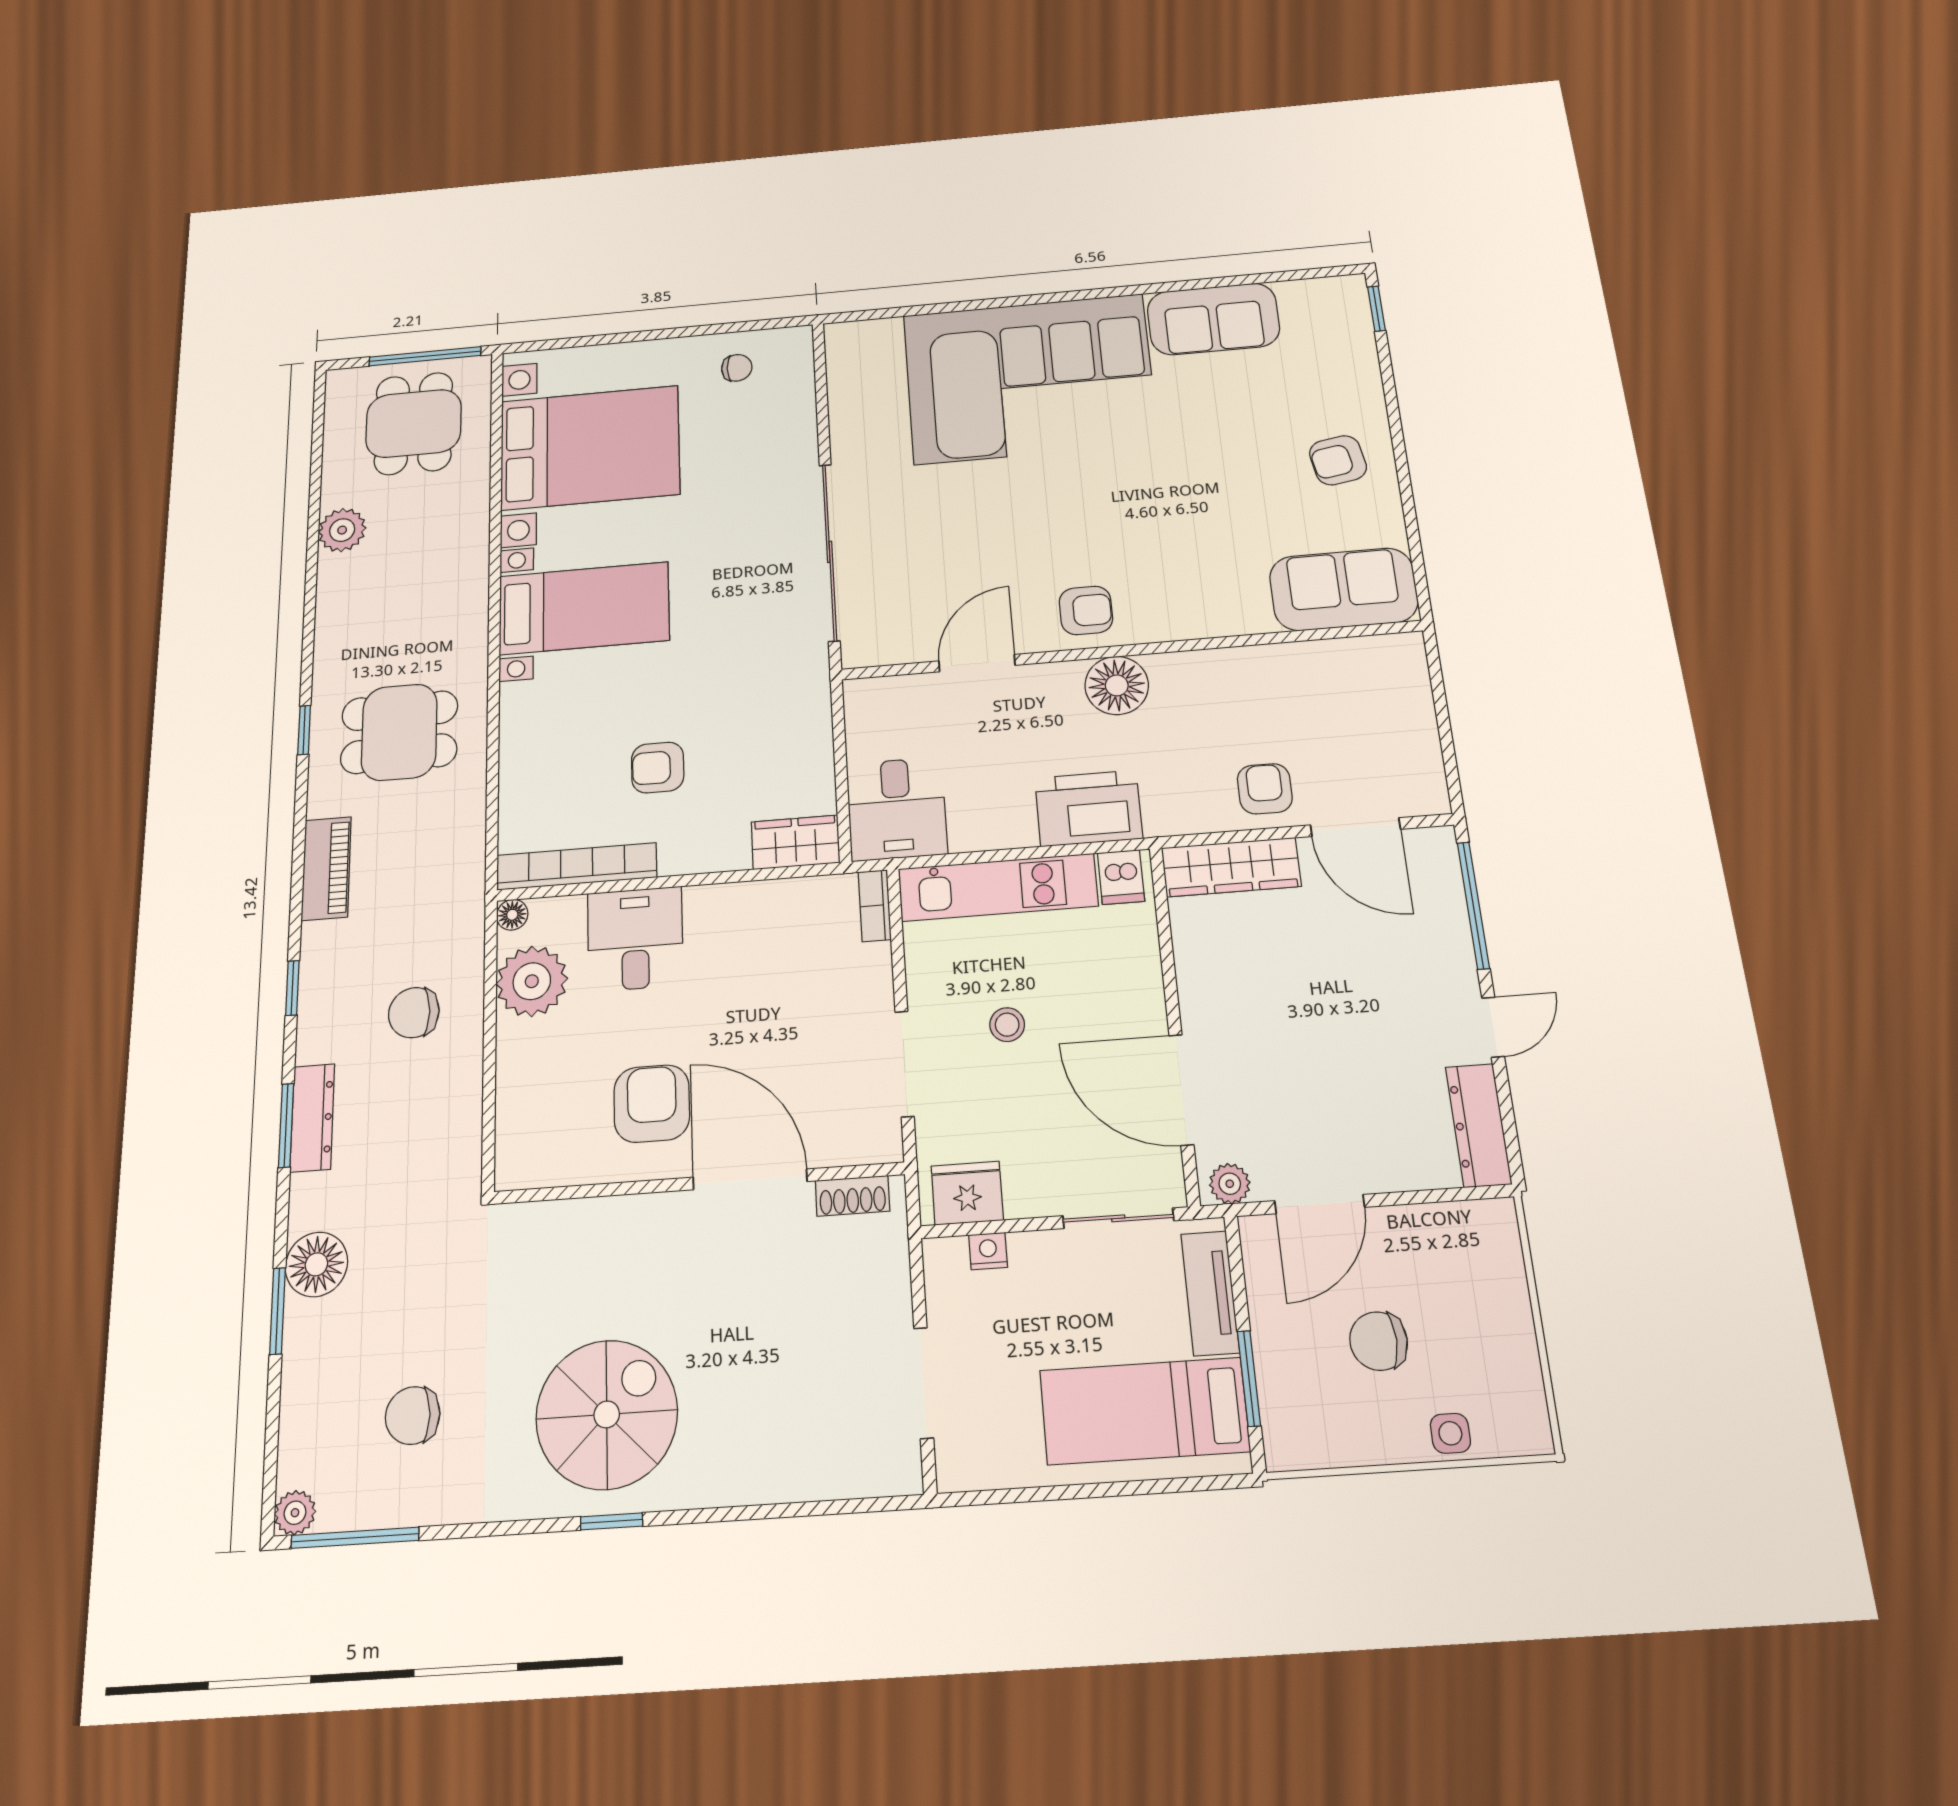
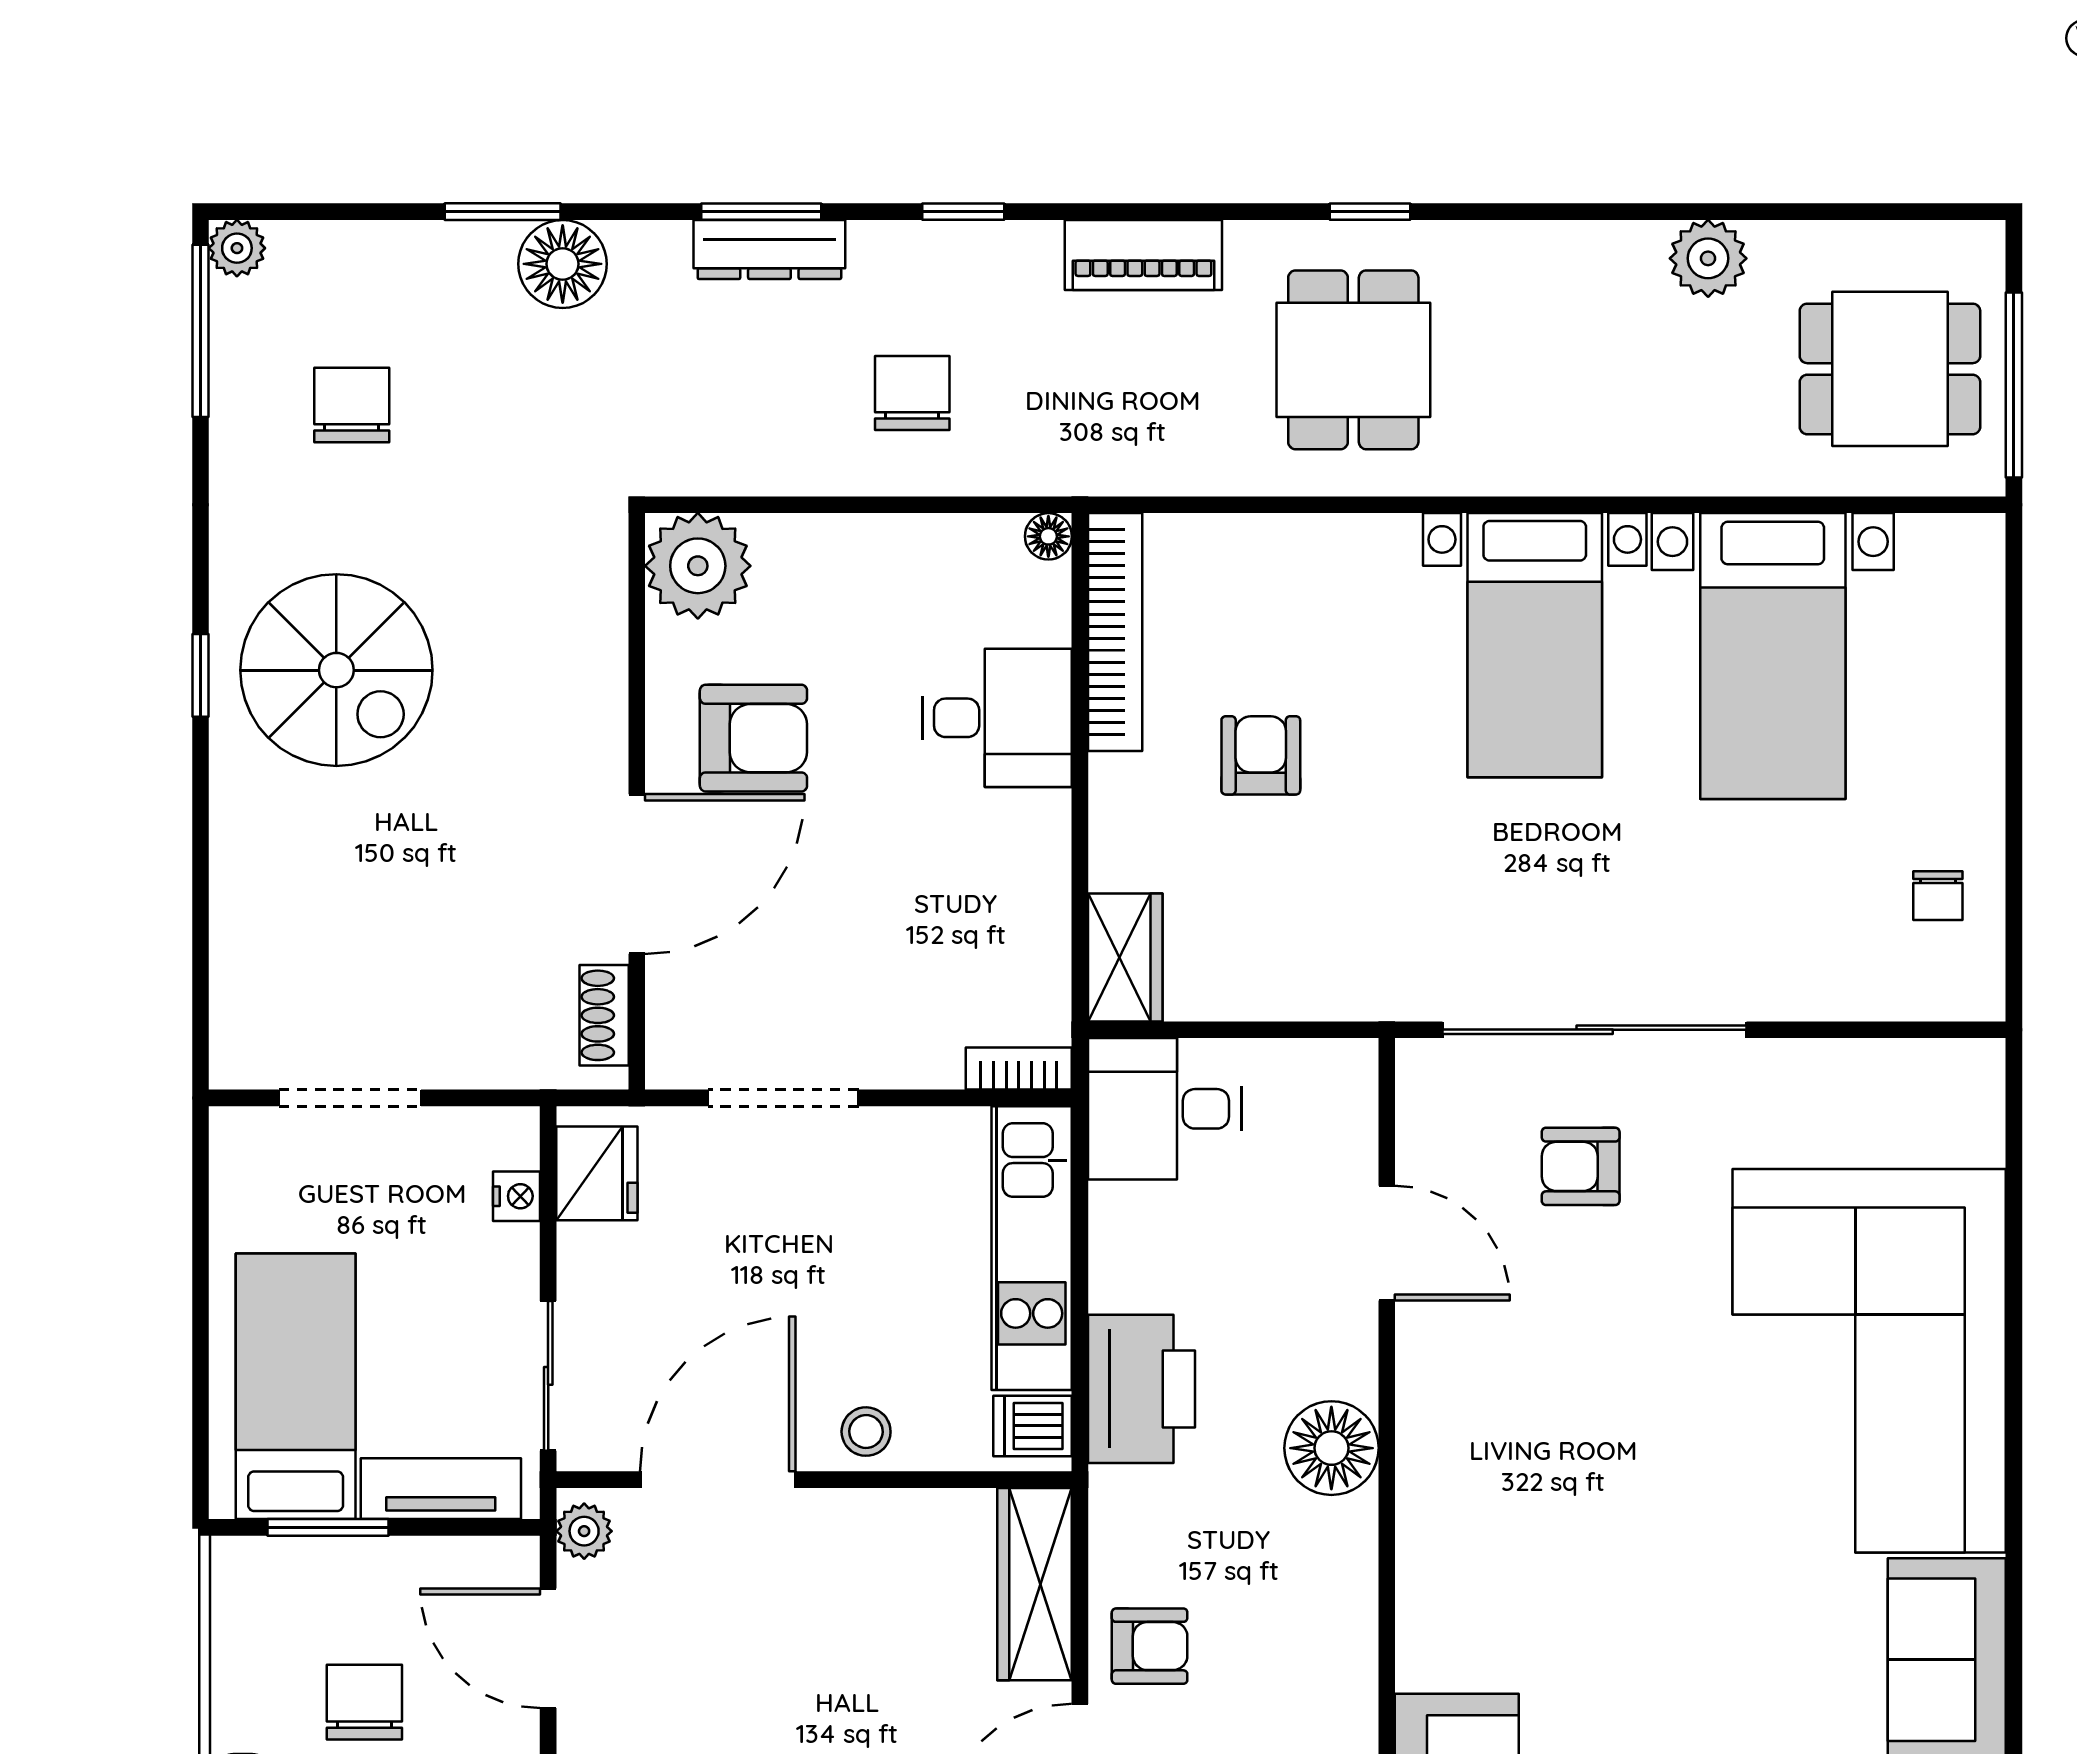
bed with nightstands: (590, 448) -> (1773, 656), width x0.73
armchair: (1086, 610) -> (1581, 1166), moved, turned 90
plant: (532, 981) -> (698, 566), moved
stool: (1007, 1025) -> (866, 1432), moved

